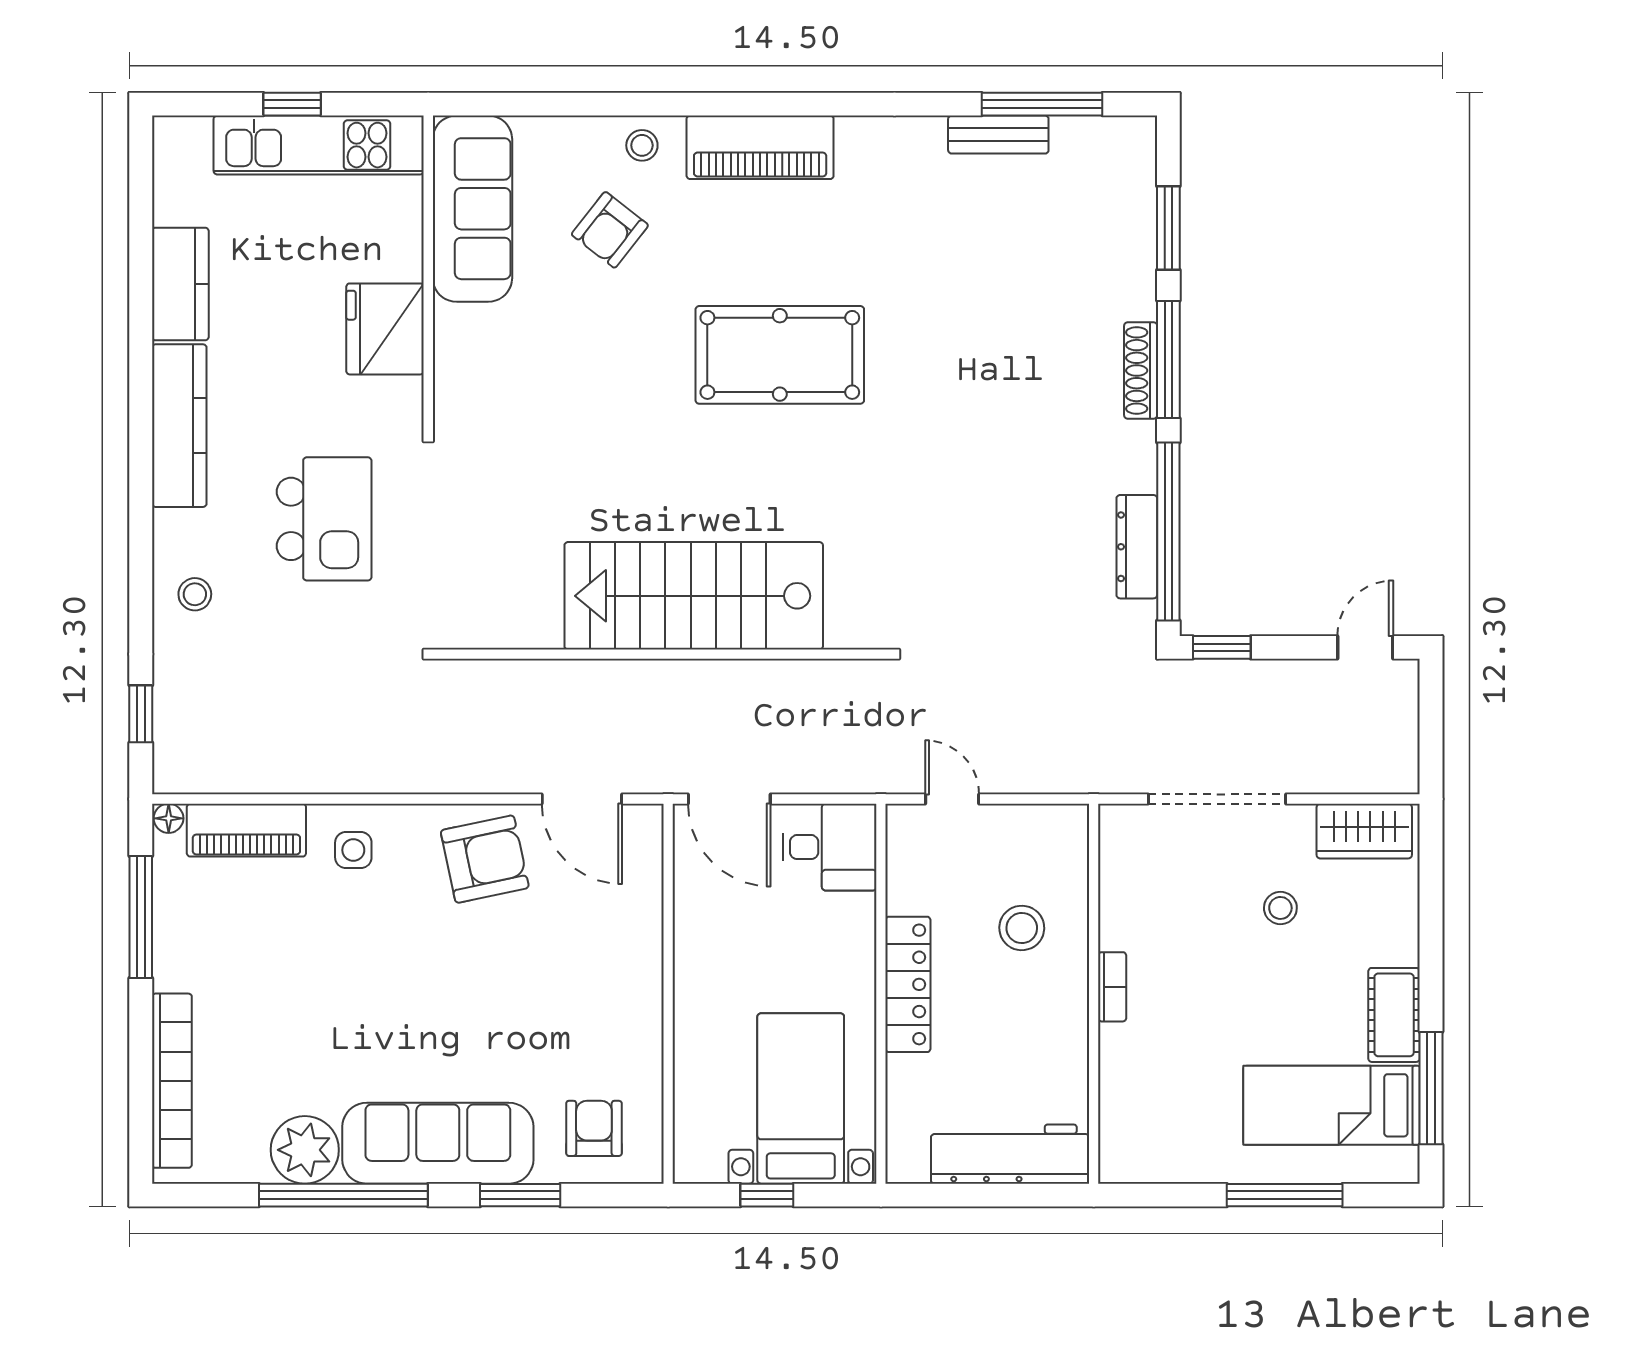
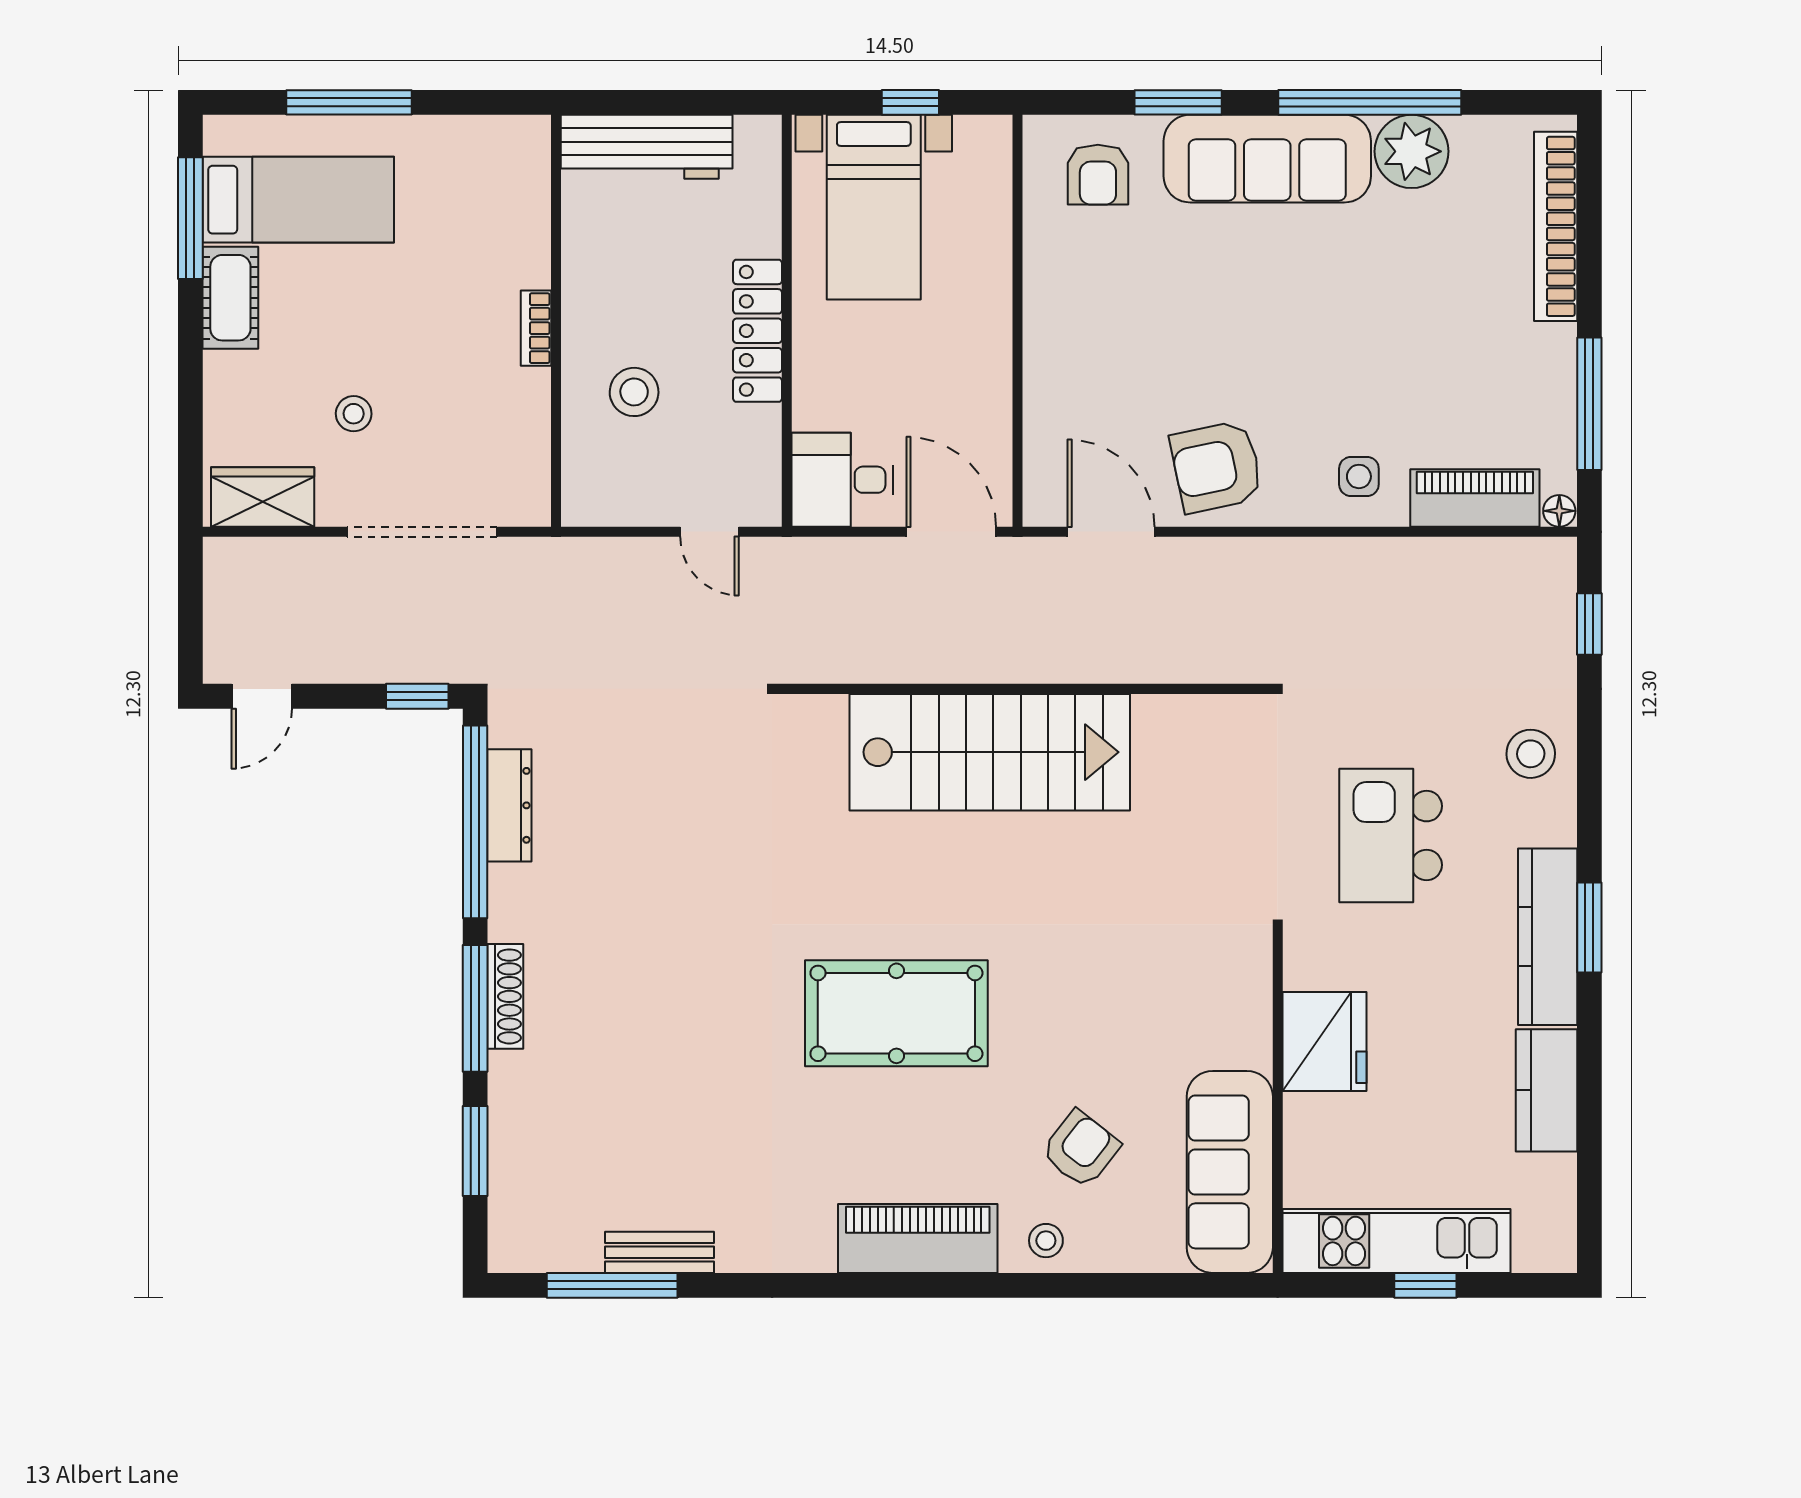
window: (141, 434) -> (1589, 927), added
stool: (195, 594) -> (1531, 754), width x1.37, depth x1.37

